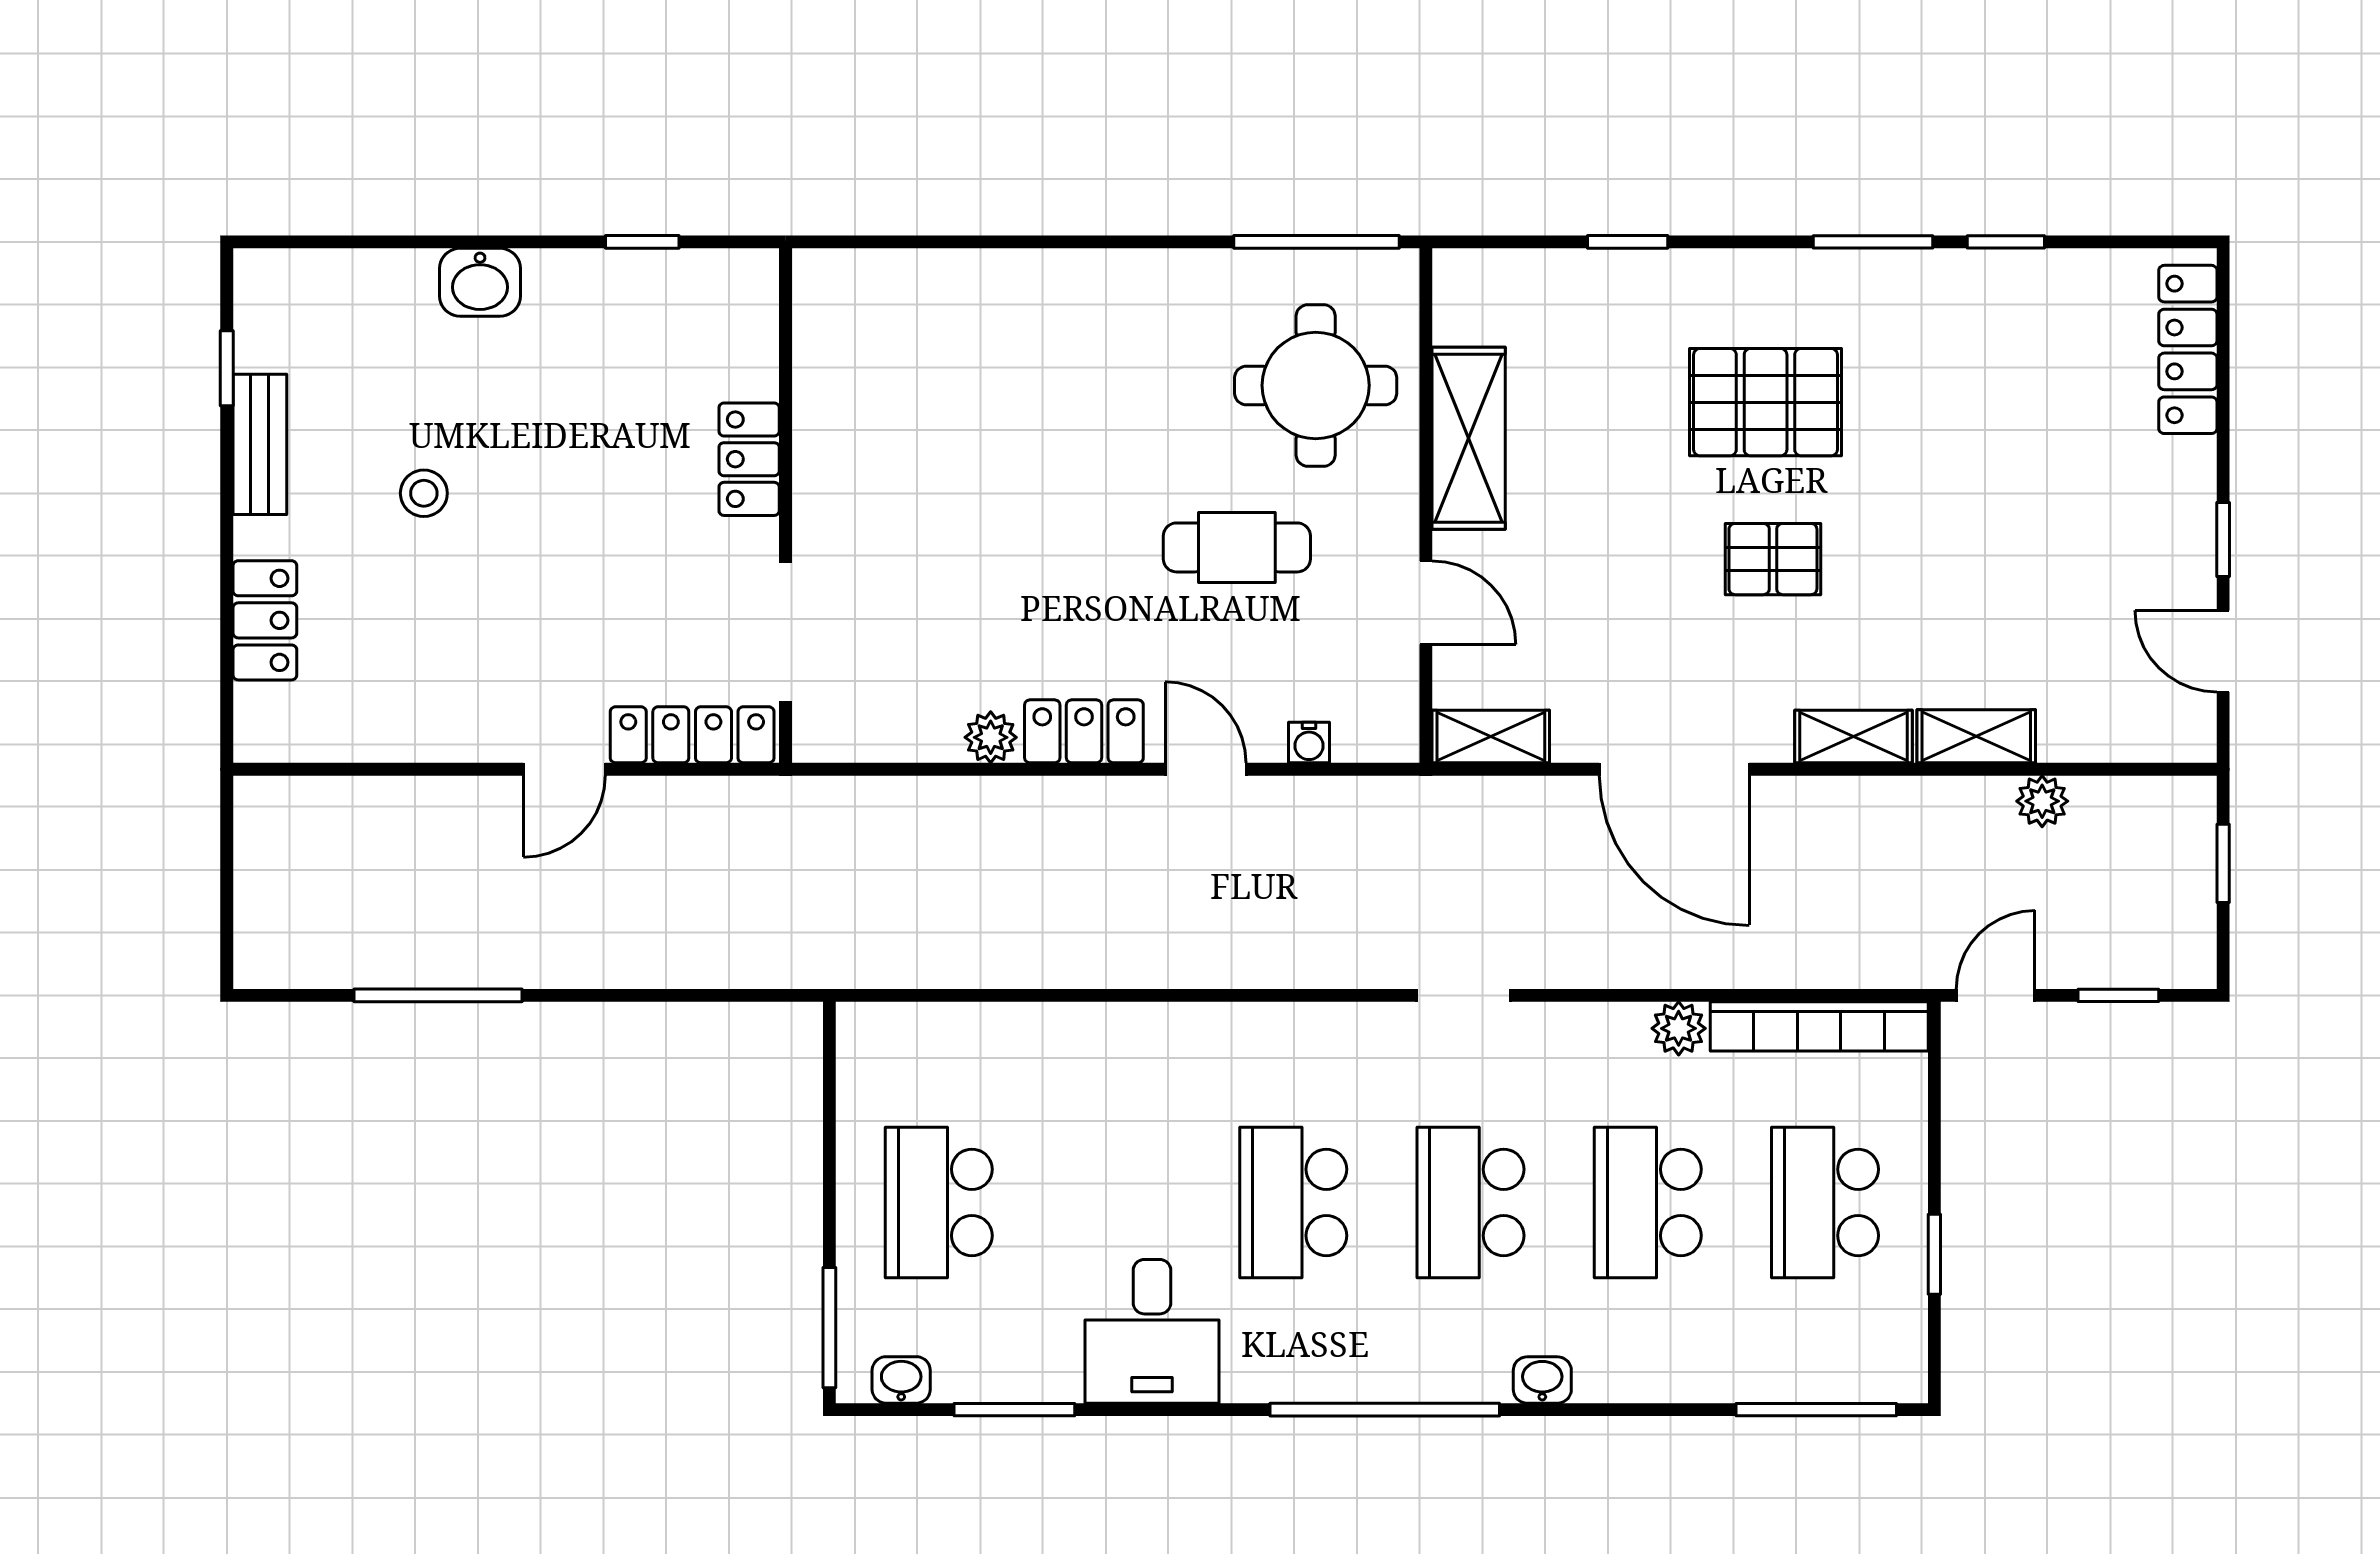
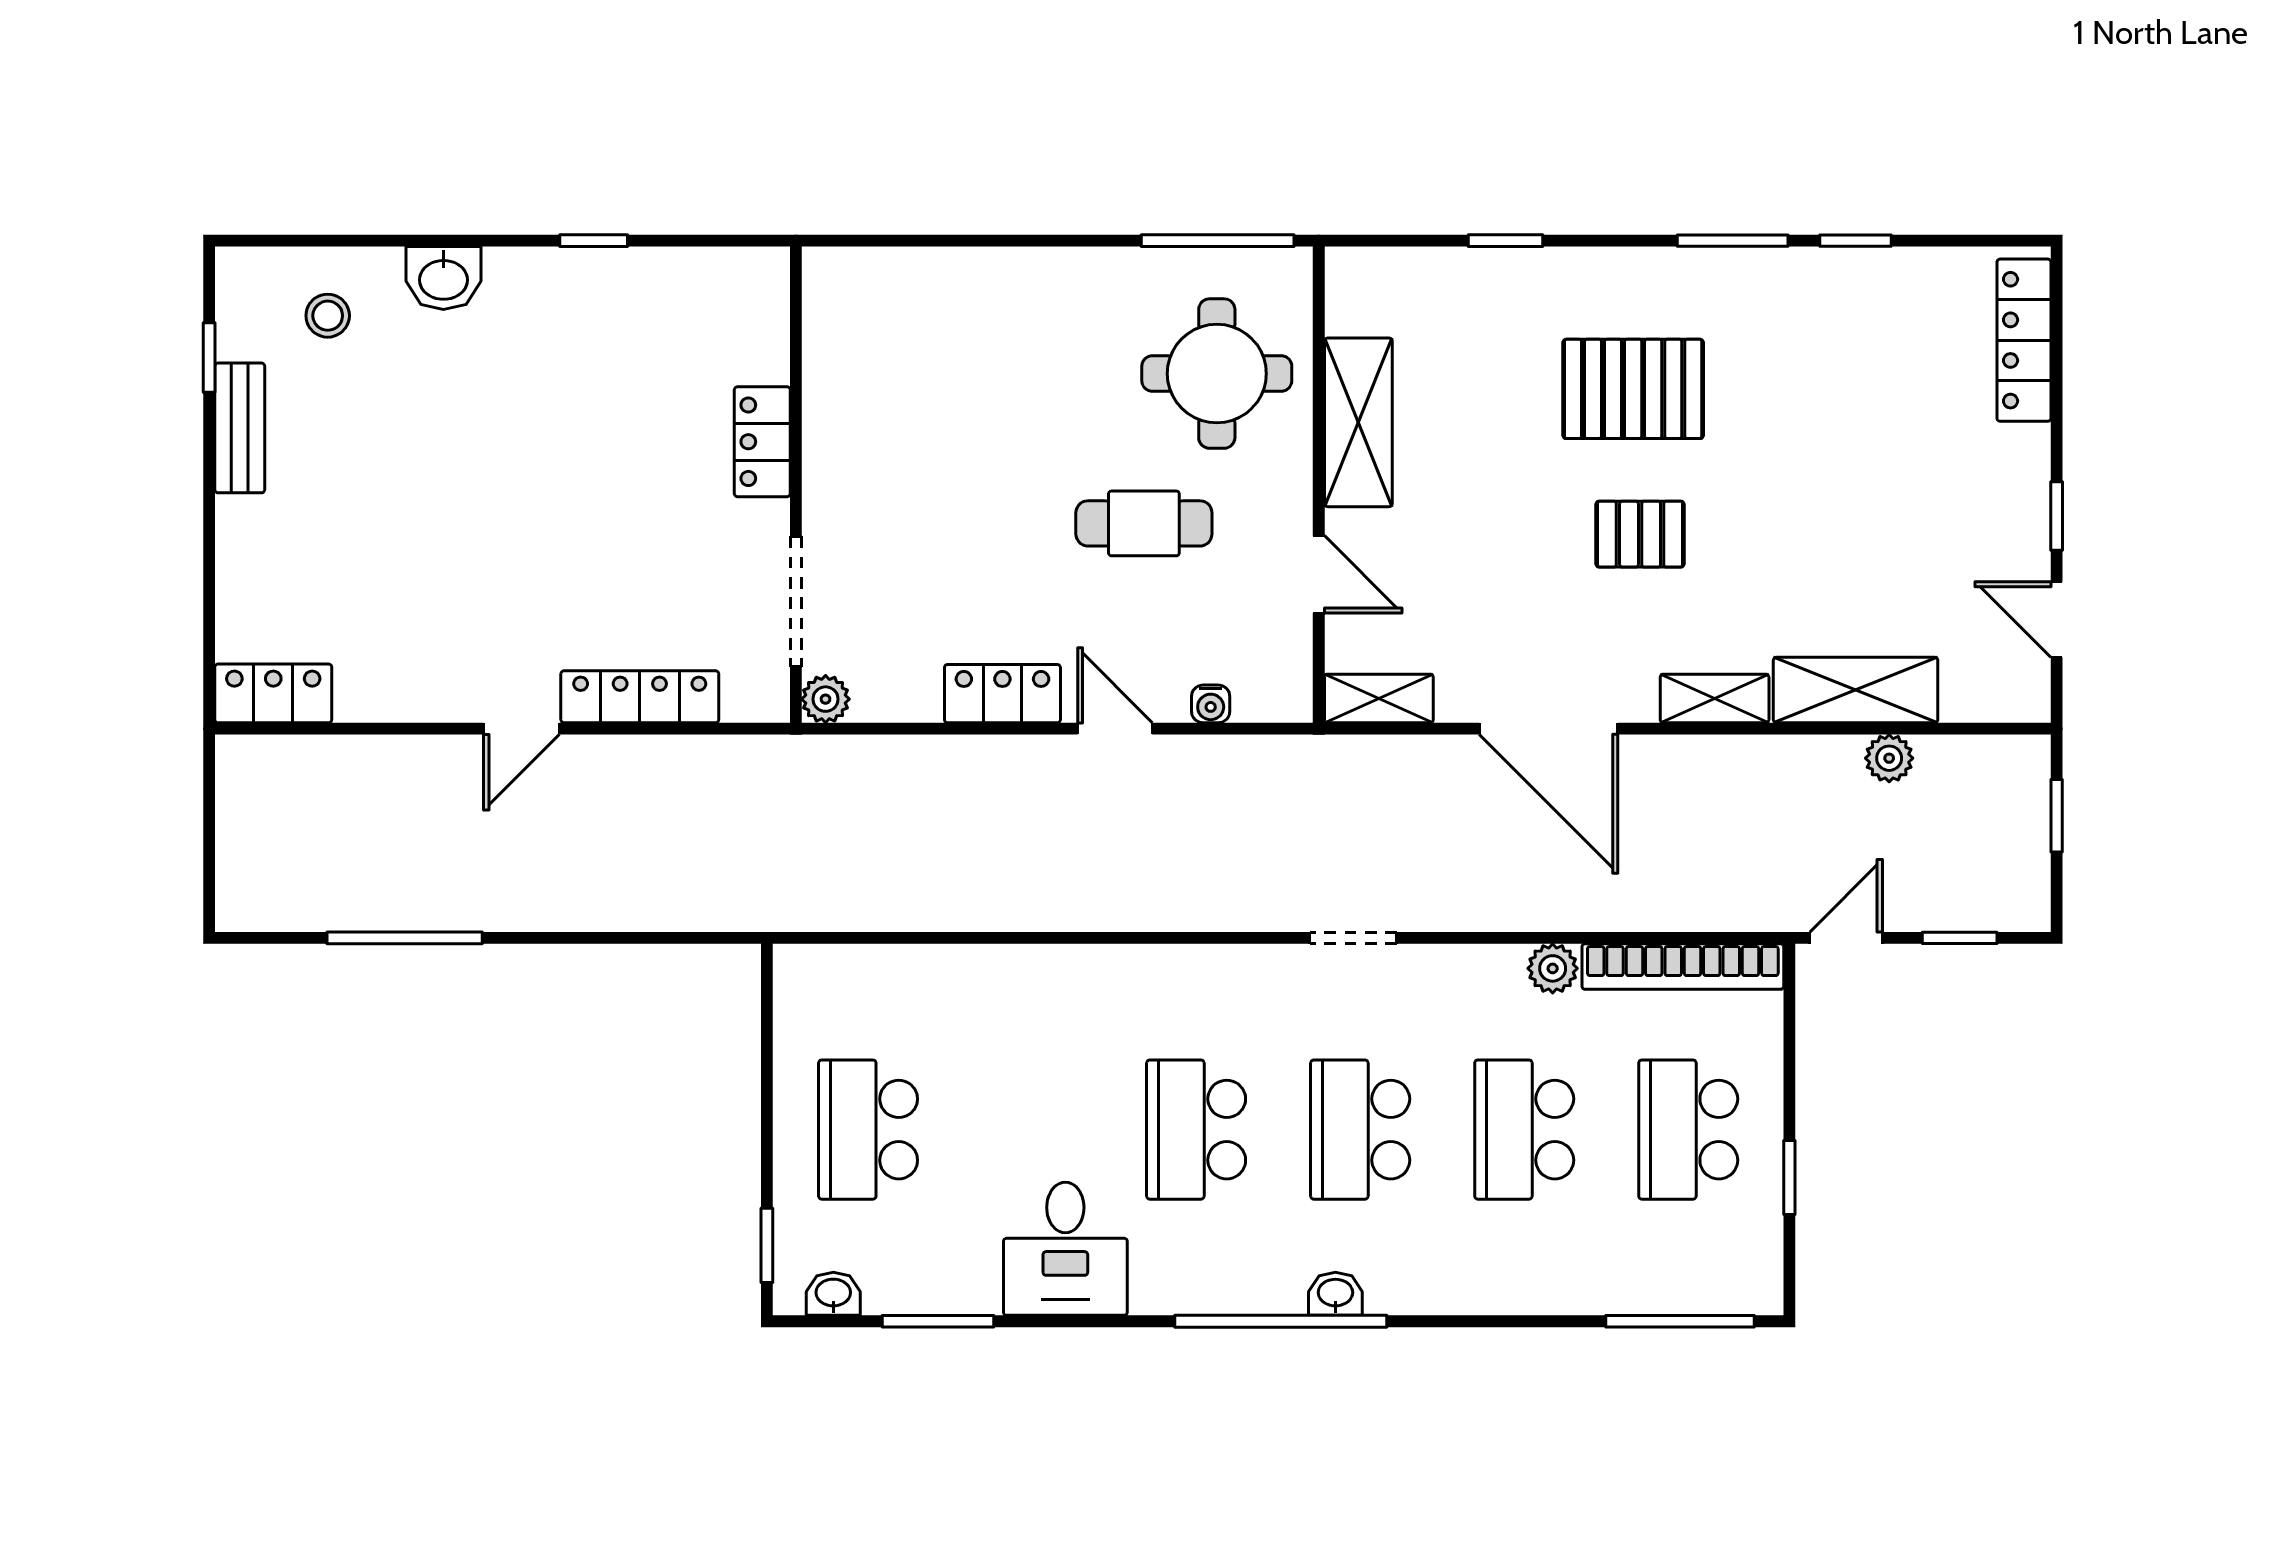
locker: (749, 459) -> (762, 442), moved
stool: (424, 493) -> (328, 316), moved
wall: (785, 506) -> (796, 485), moved
locker: (265, 620) -> (273, 693), moved, turned -90
doorway: (785, 632) -> (796, 601), moved
shelving: (1976, 736) -> (1856, 690), width x1.50, depth x1.33
plant: (991, 737) -> (826, 699), moved
window: (829, 1328) -> (767, 1245), width x0.67
washbasin: (1542, 1380) -> (1335, 1294), moved

